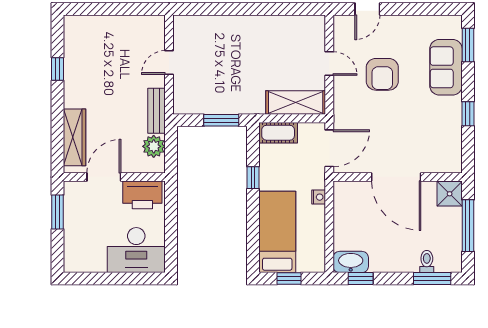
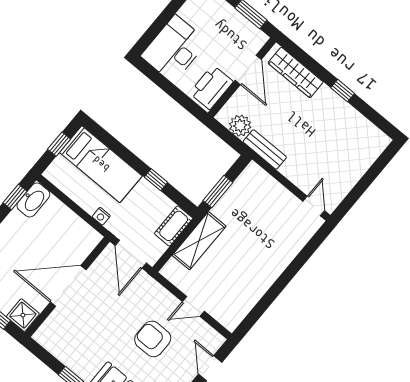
door: (169, 63) -> (314, 206), moved
window: (58, 69) -> (343, 91), moved
shelving: (296, 103) -> (199, 241), moved

